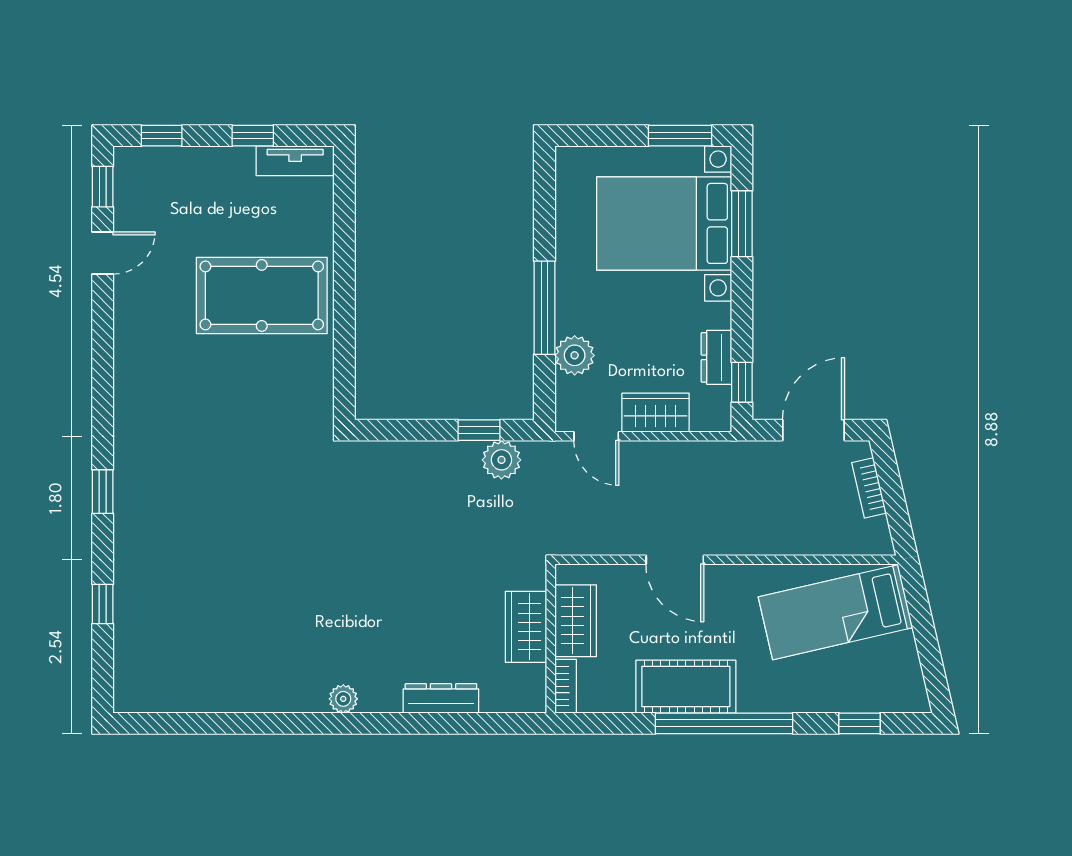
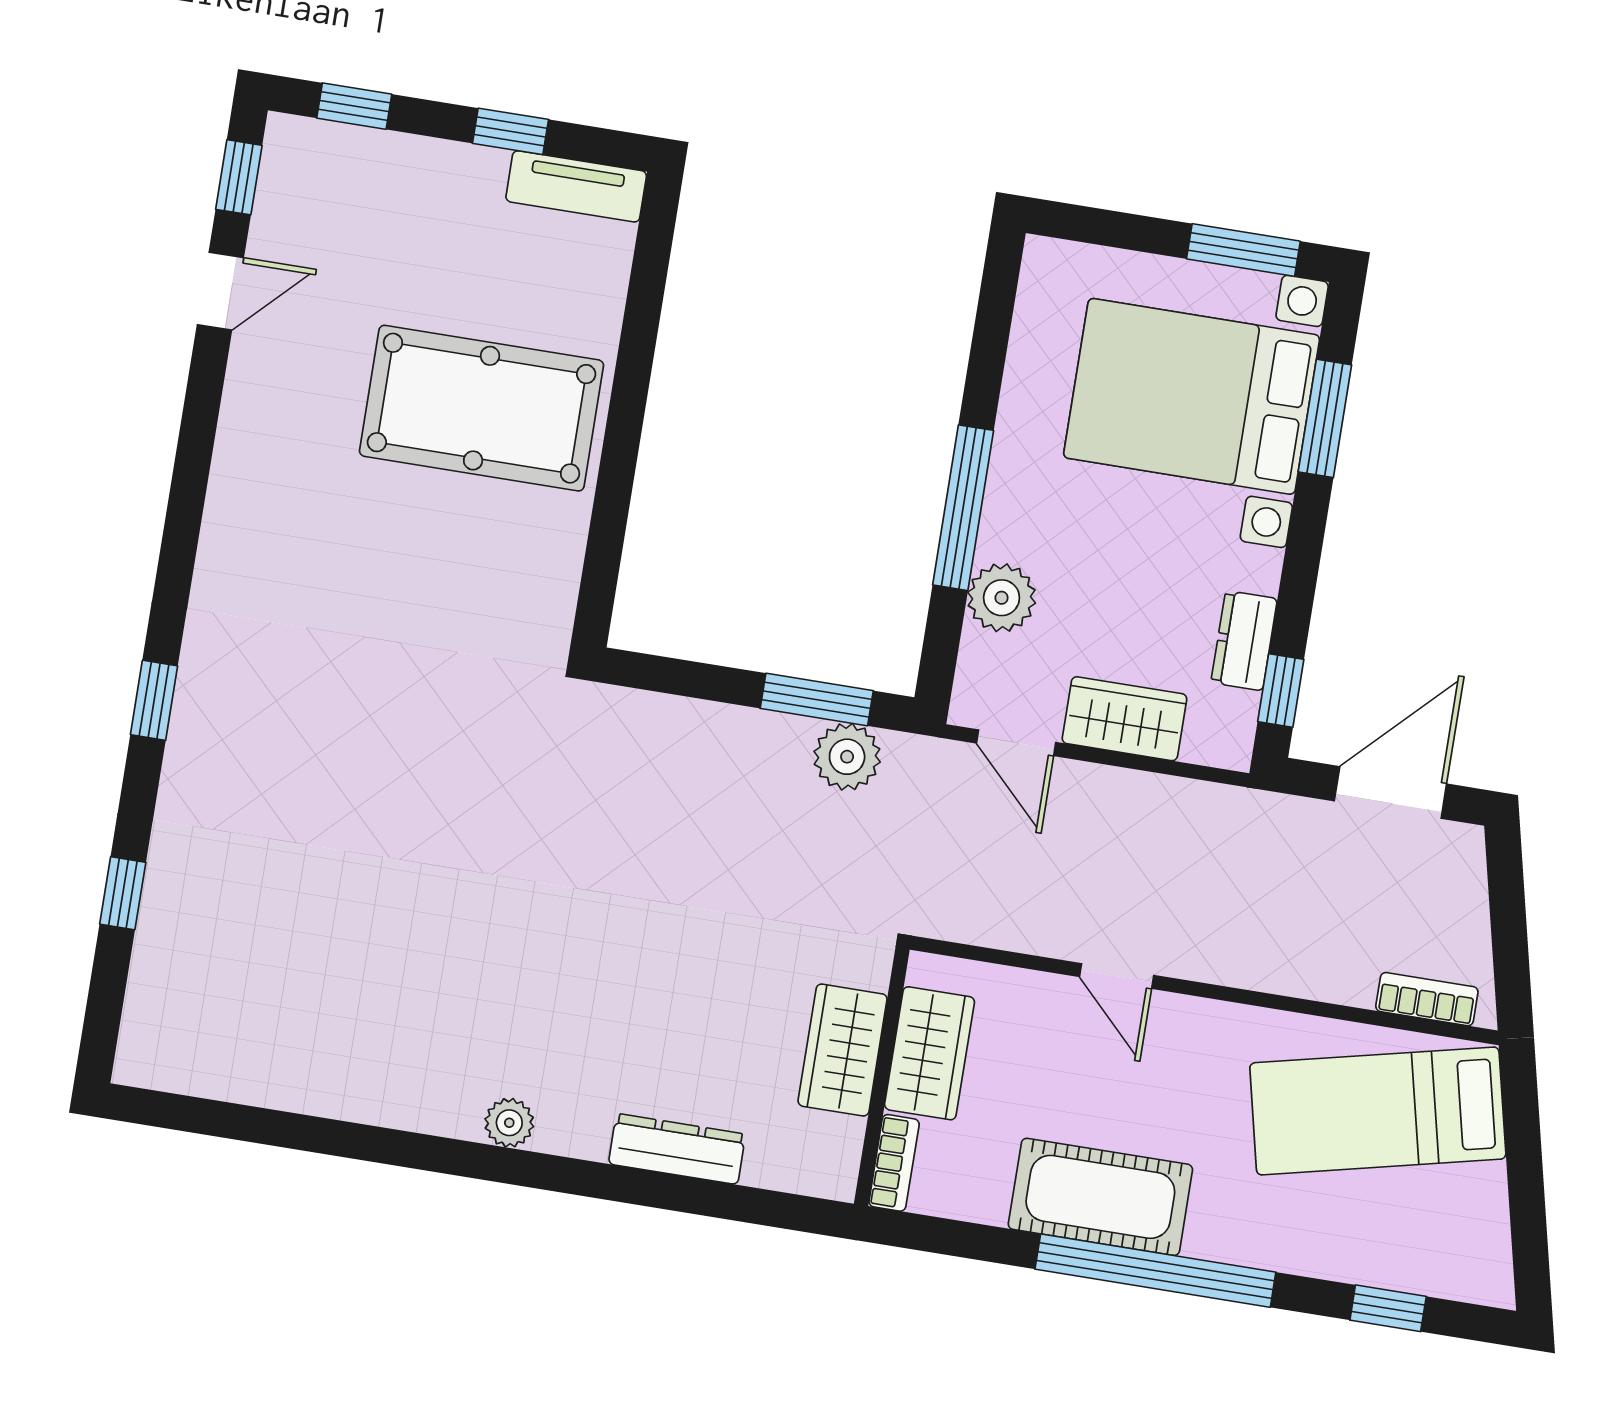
window: (479, 430) -> (817, 700), width x1.50
bookcase: (869, 488) -> (1427, 999), moved, turned 103
door: (675, 560) -> (1117, 976), width x0.73

